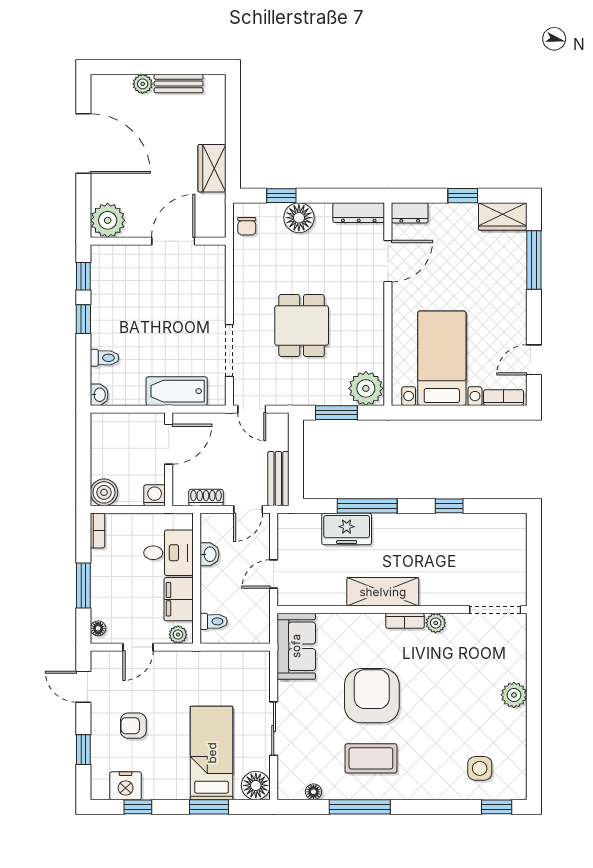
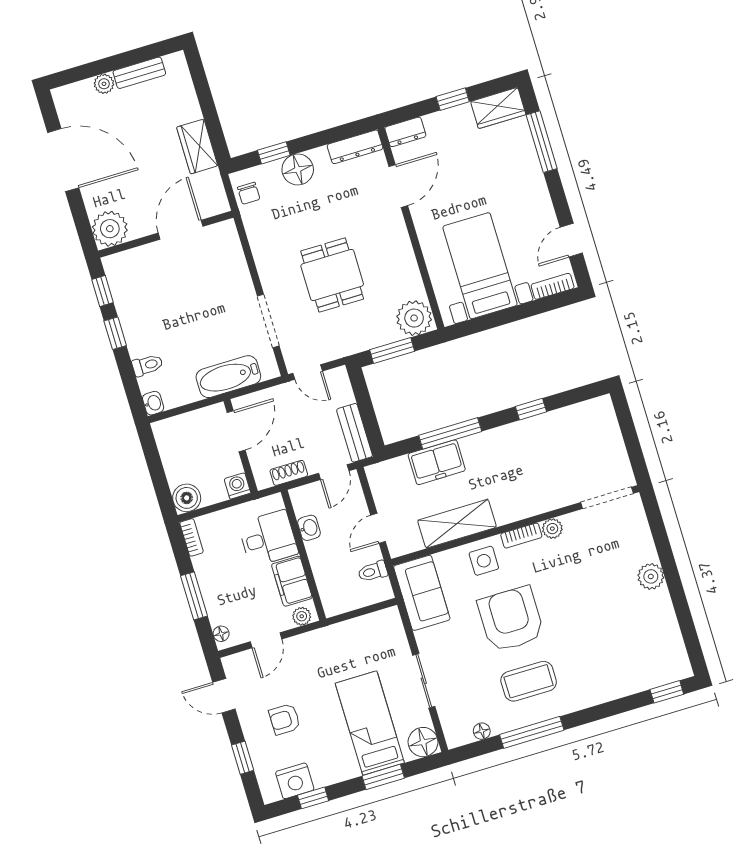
shelving: (383, 592) -> (457, 524), moved
toilet: (214, 621) -> (373, 571), moved, turned 180
side table: (480, 768) -> (484, 561), moved

